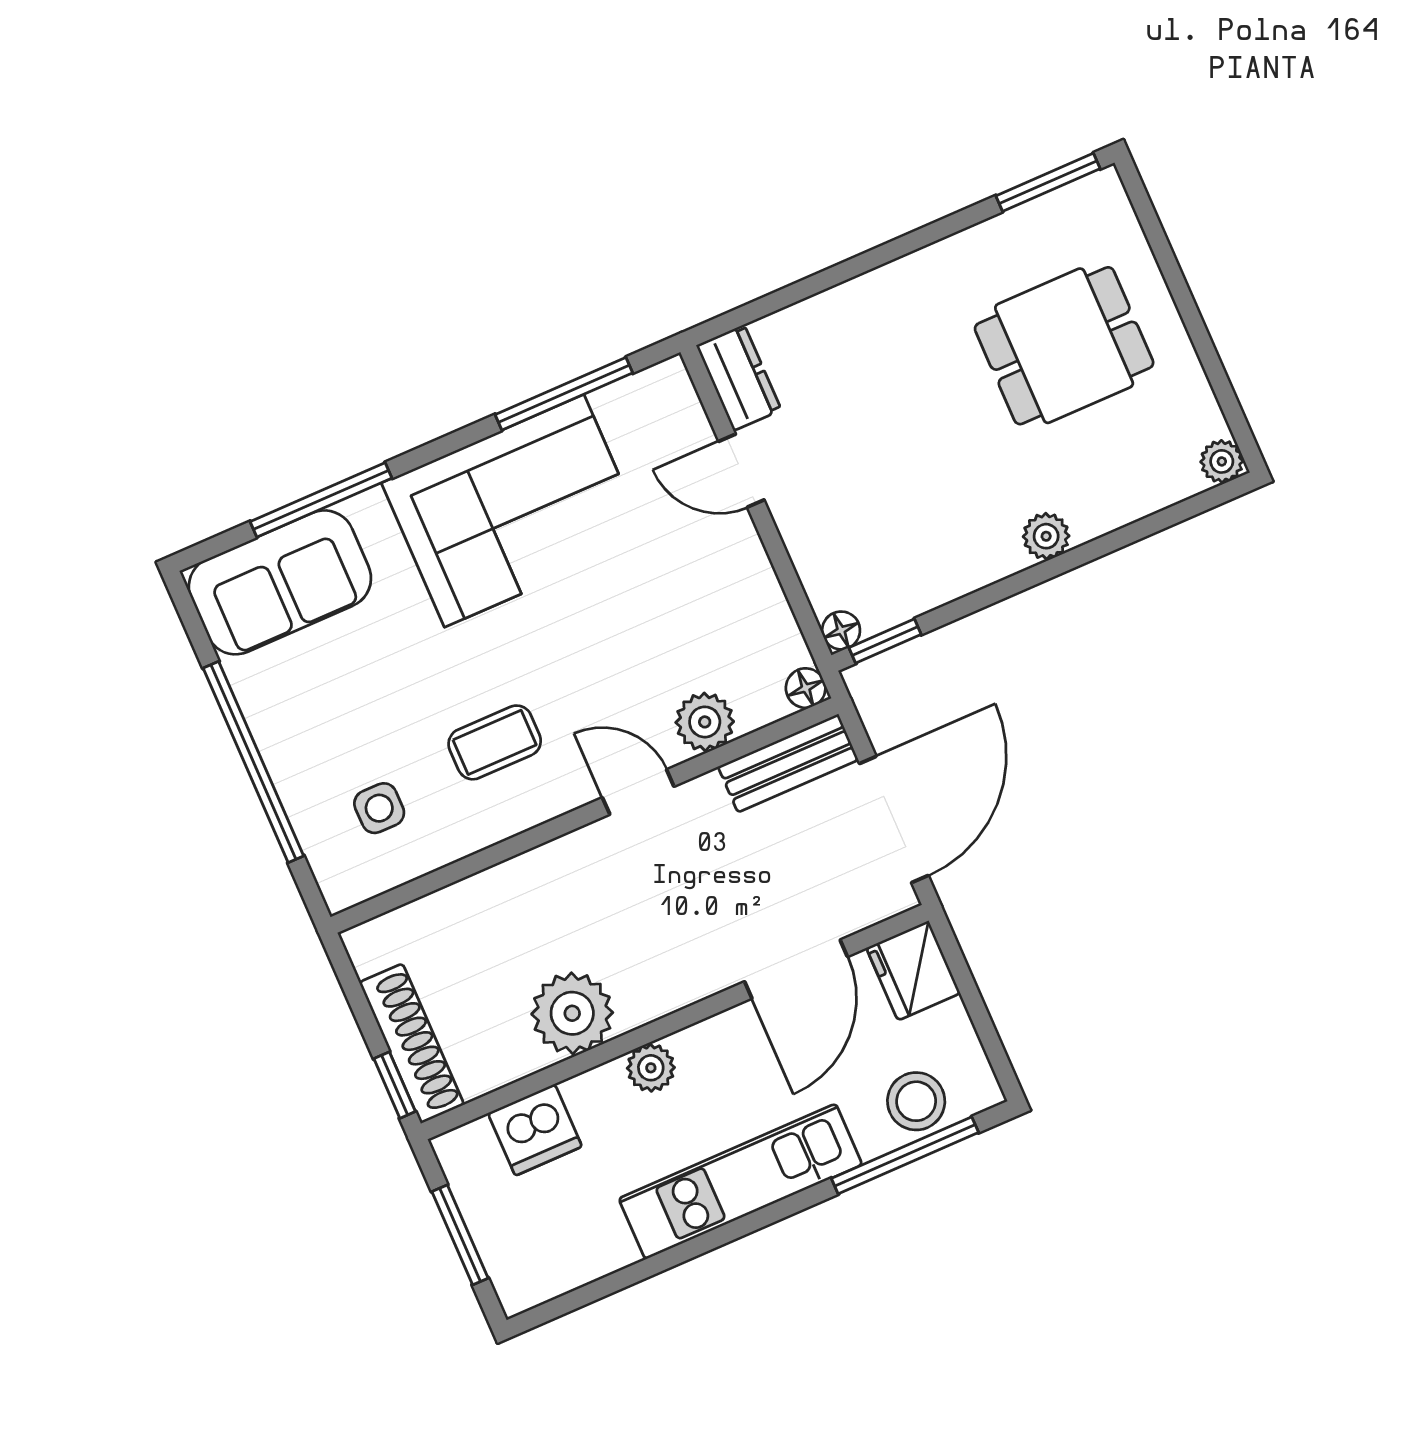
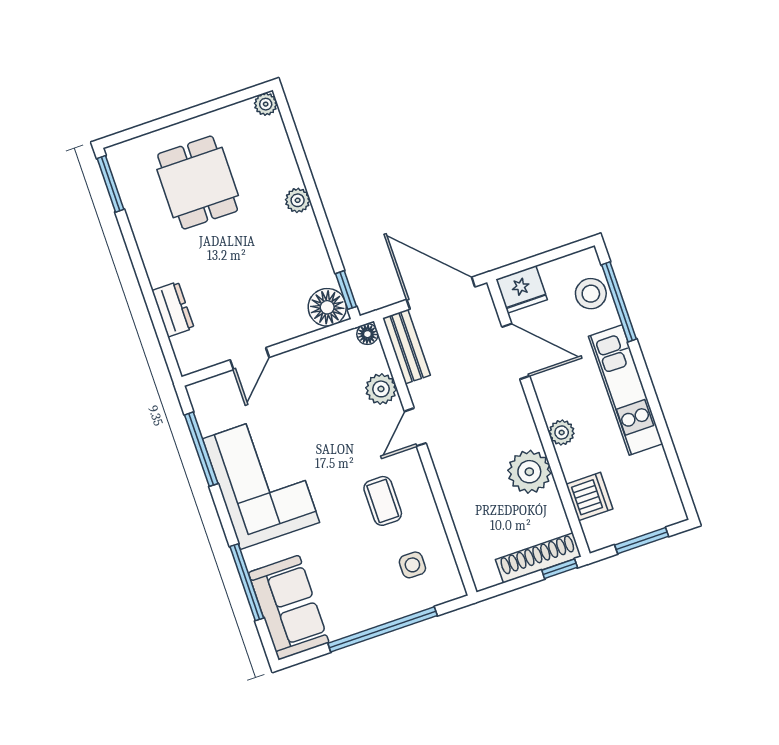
dresser: (739, 378) -> (173, 309), moved, turned 90
floor lamp: (841, 630) -> (327, 307), width x1.89, depth x1.89

